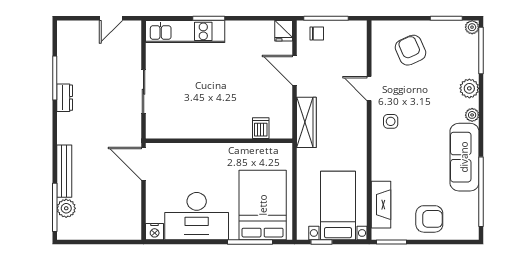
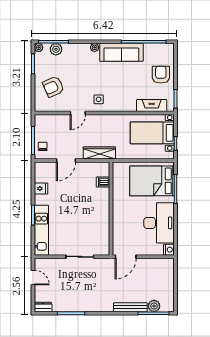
fridge: (284, 31) -> (41, 189), moved
plant: (469, 88) -> (56, 49), moved
dresser: (65, 98) -> (43, 307), moved

